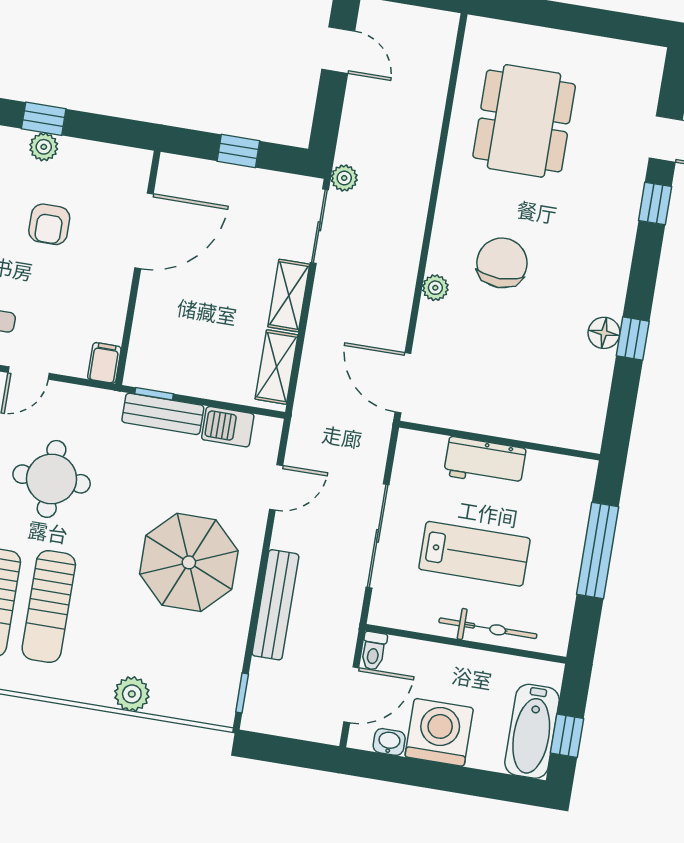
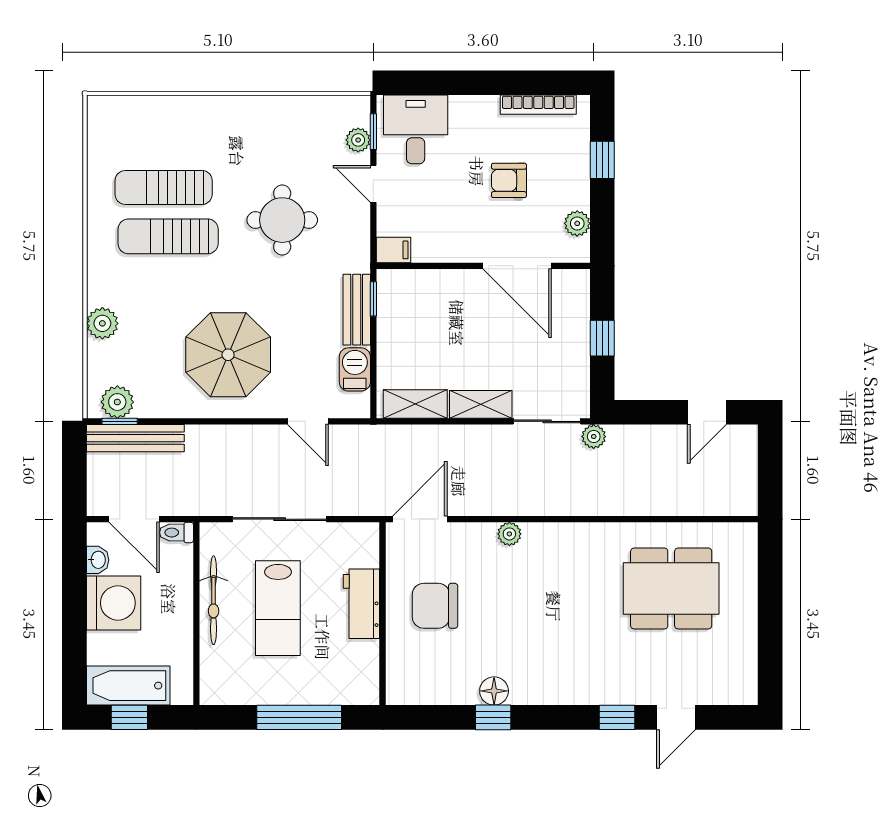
plant: (44, 147) -> (577, 223), moved
chair: (502, 263) -> (435, 606), moved, turned 180
bench: (275, 605) -> (135, 438), moved
bicycle: (488, 628) -> (214, 600), moved
plant: (220, 692) -> (117, 402), added

